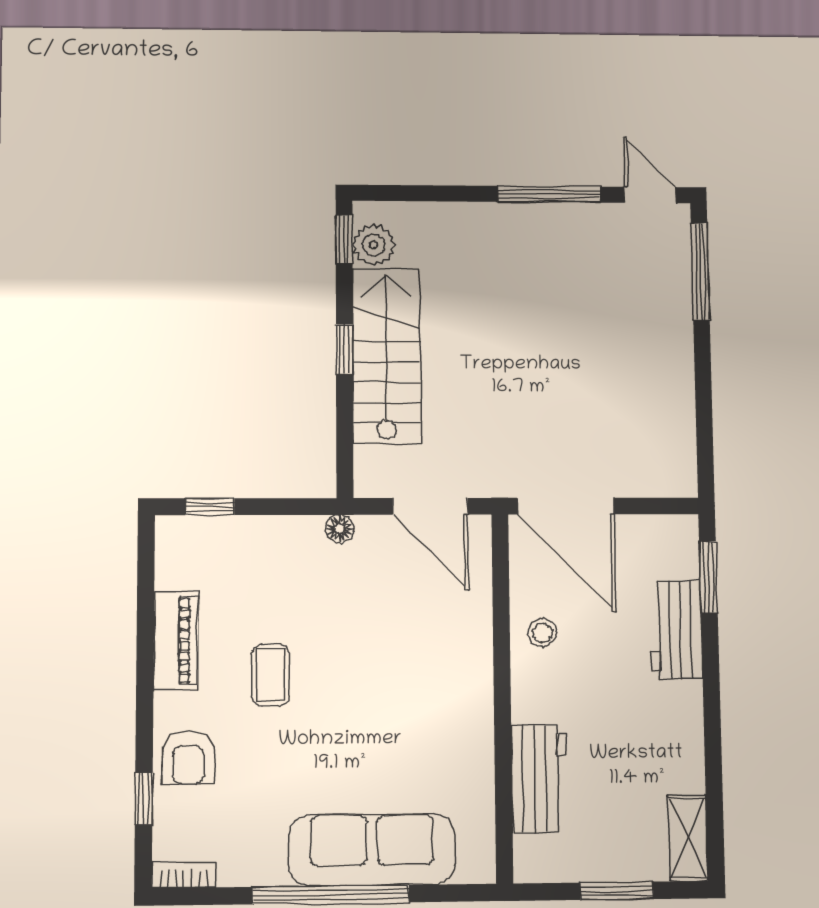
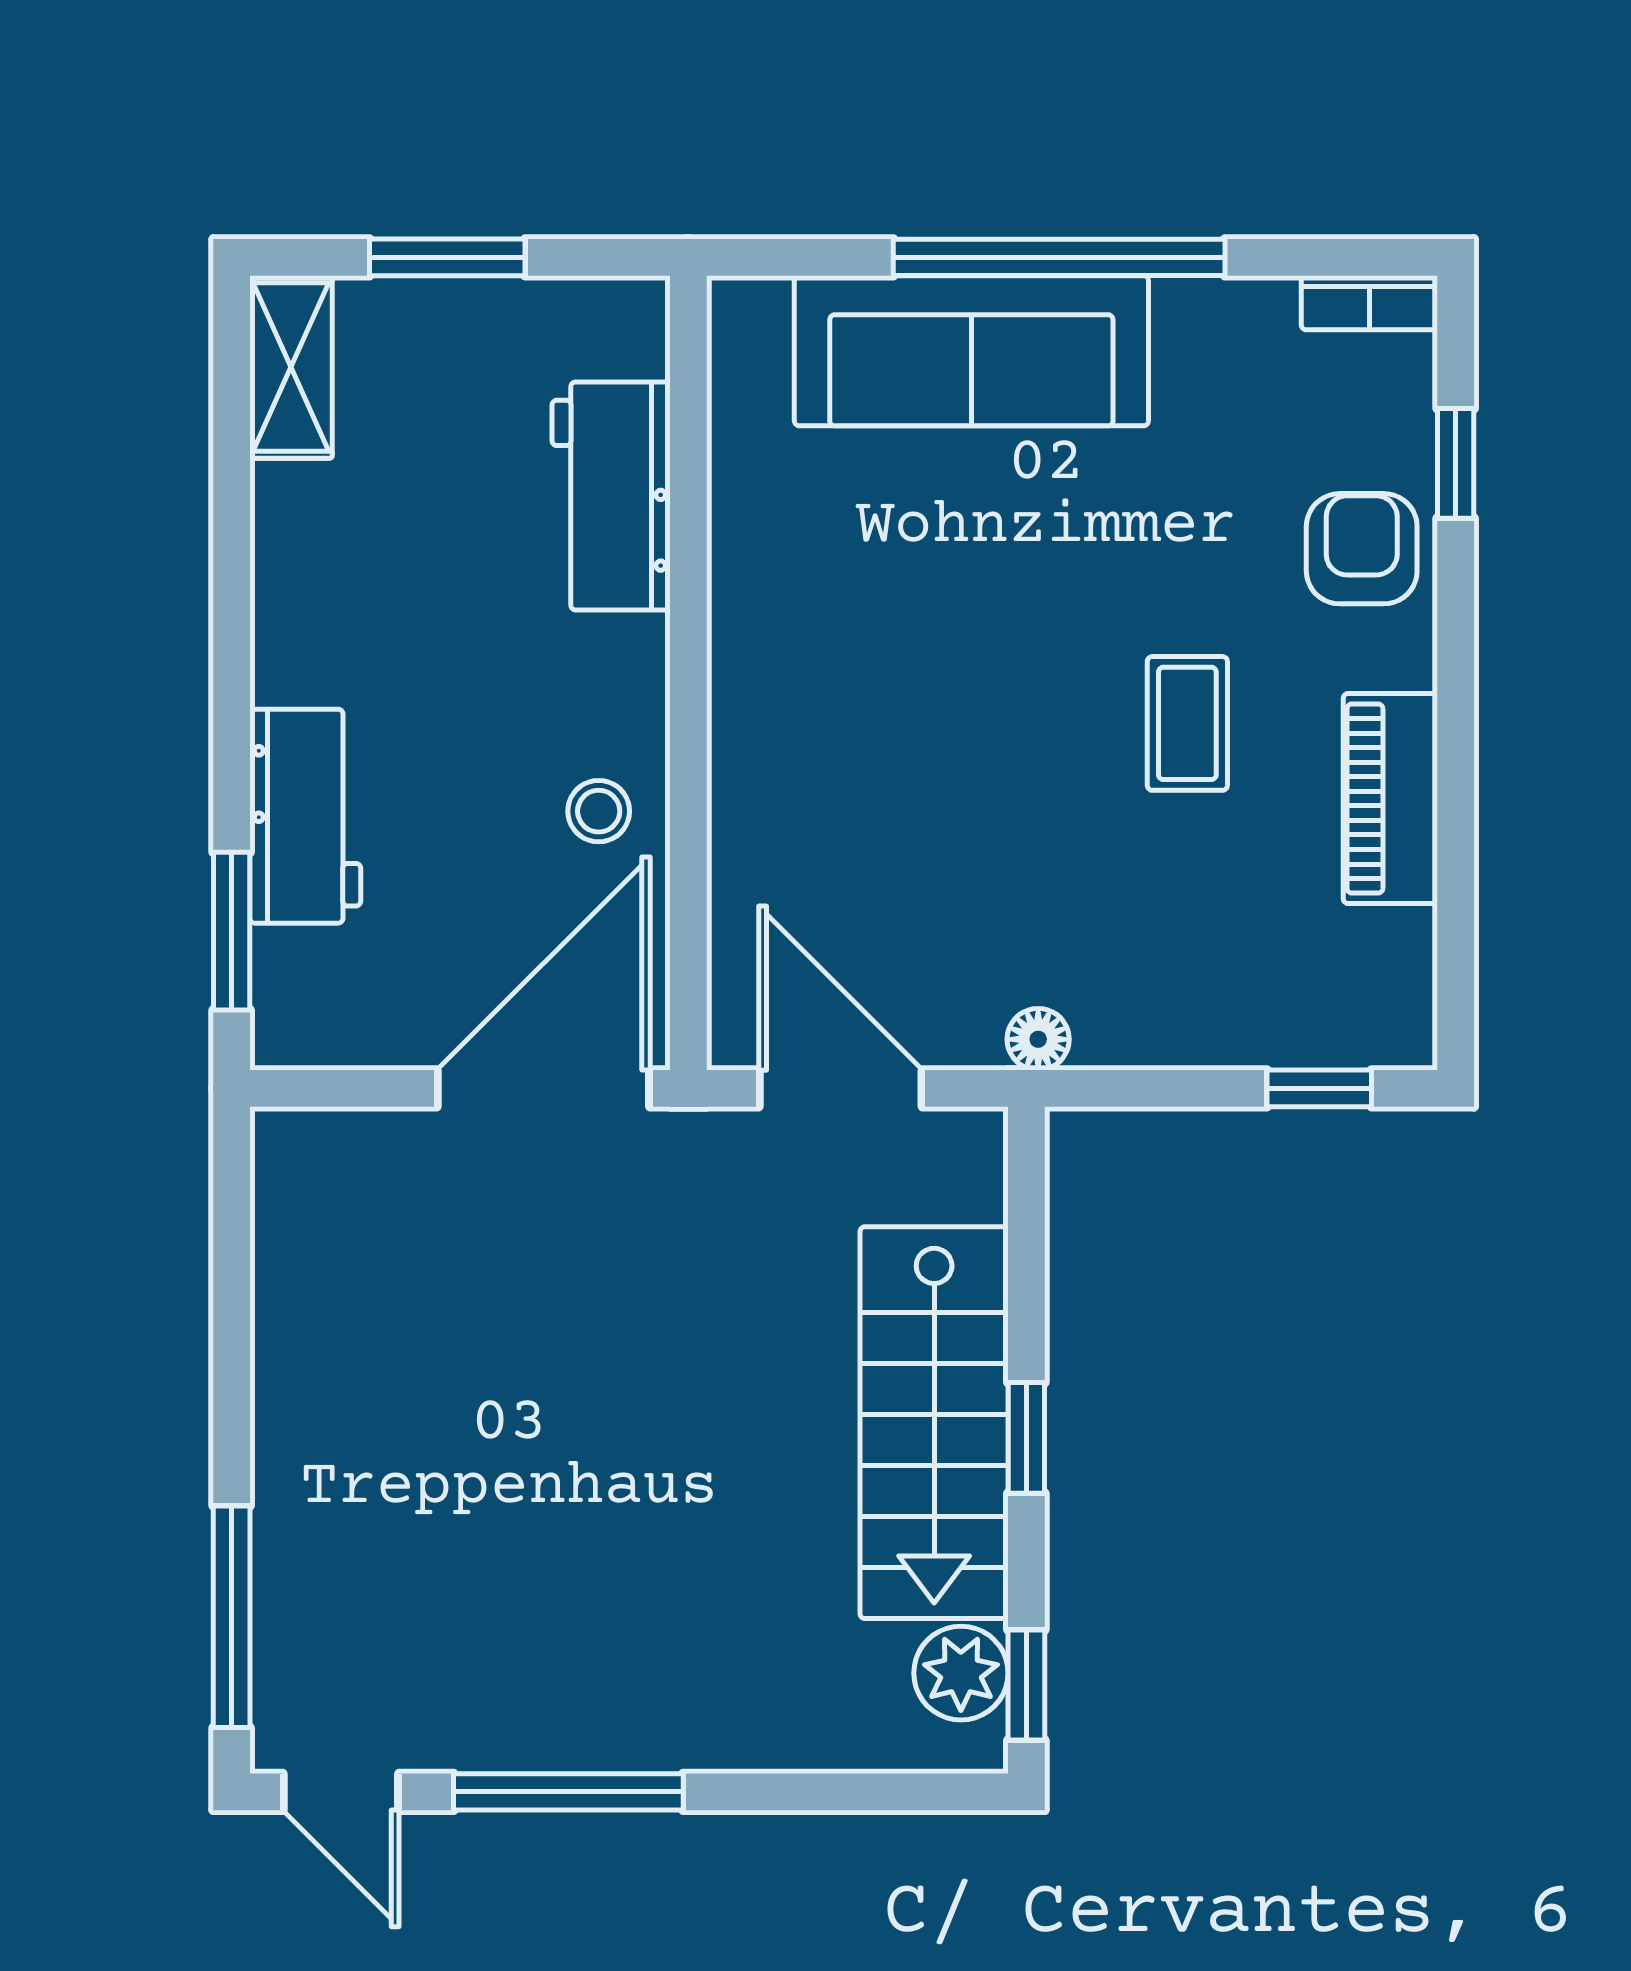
door: (566, 506) -> (543, 1088), hinge flipped

